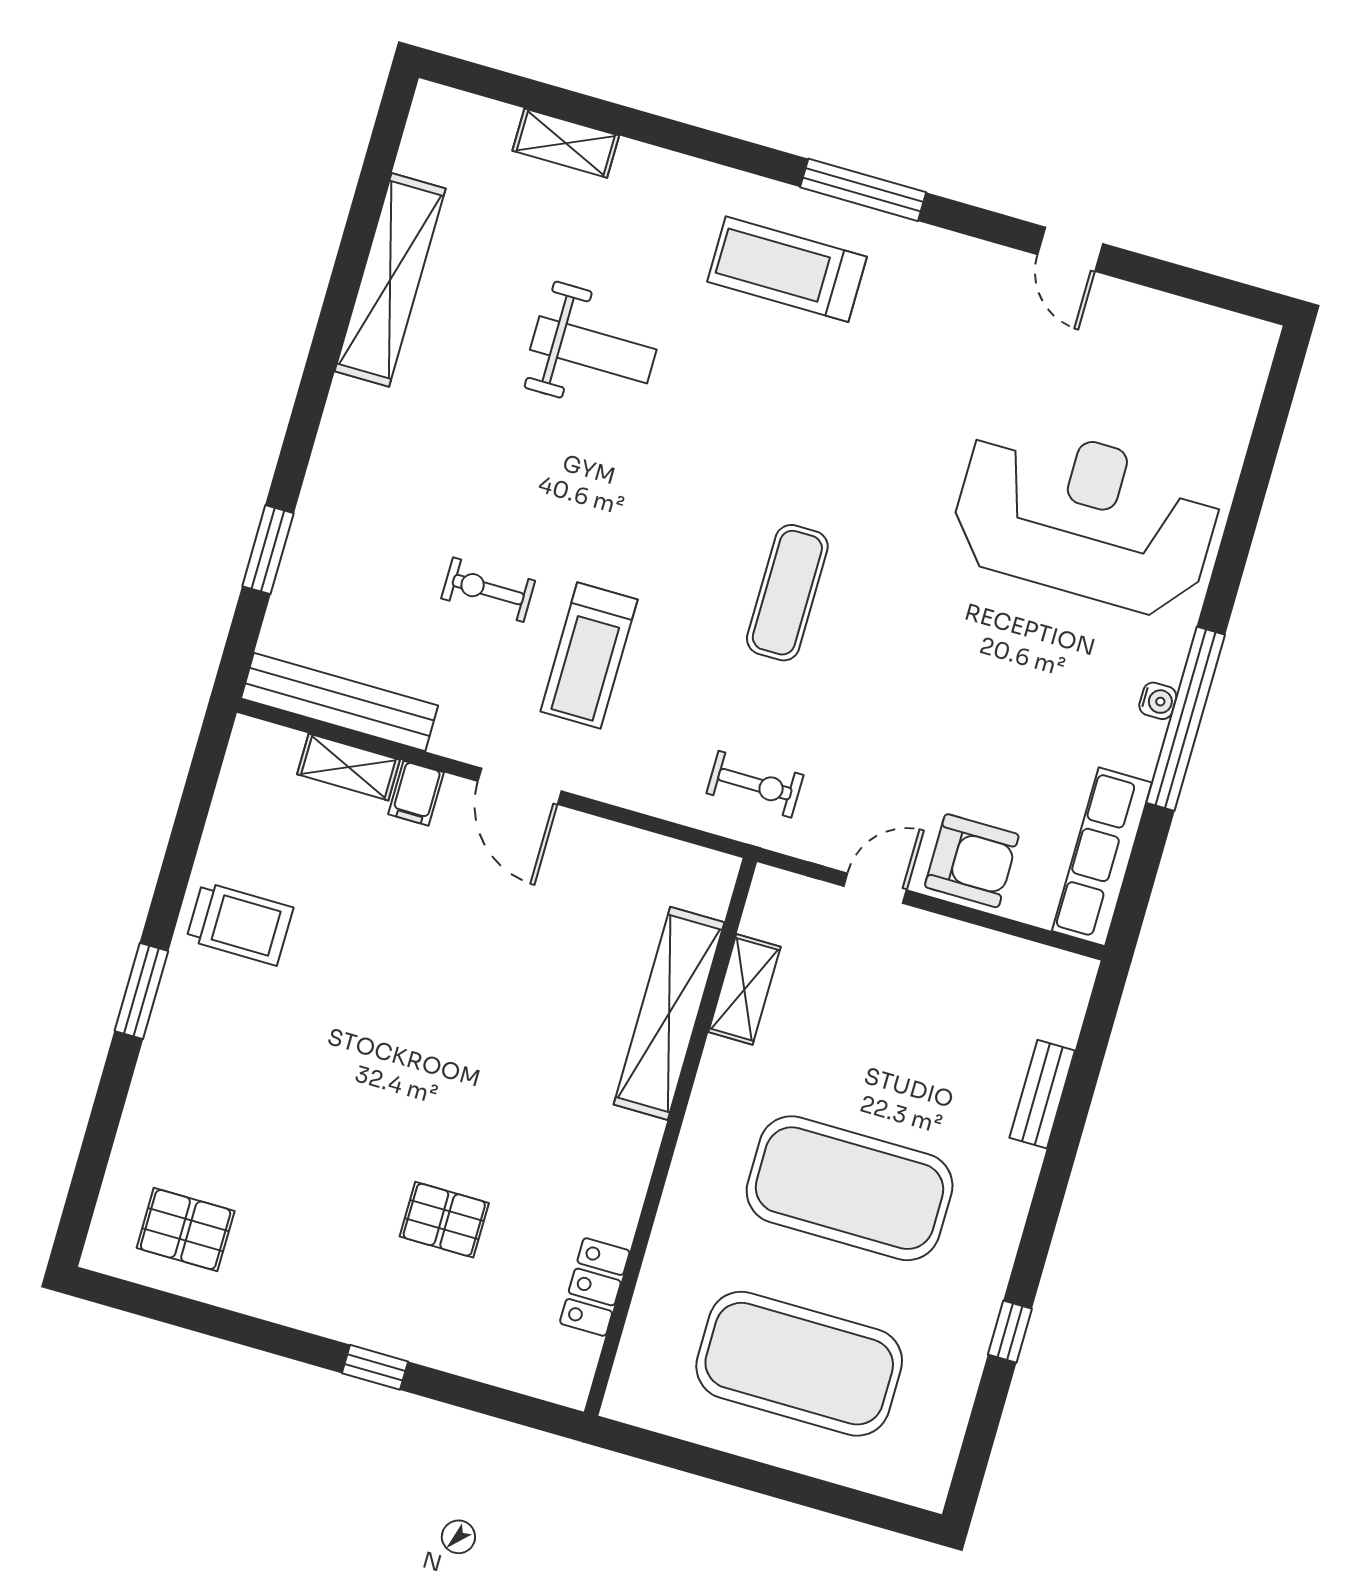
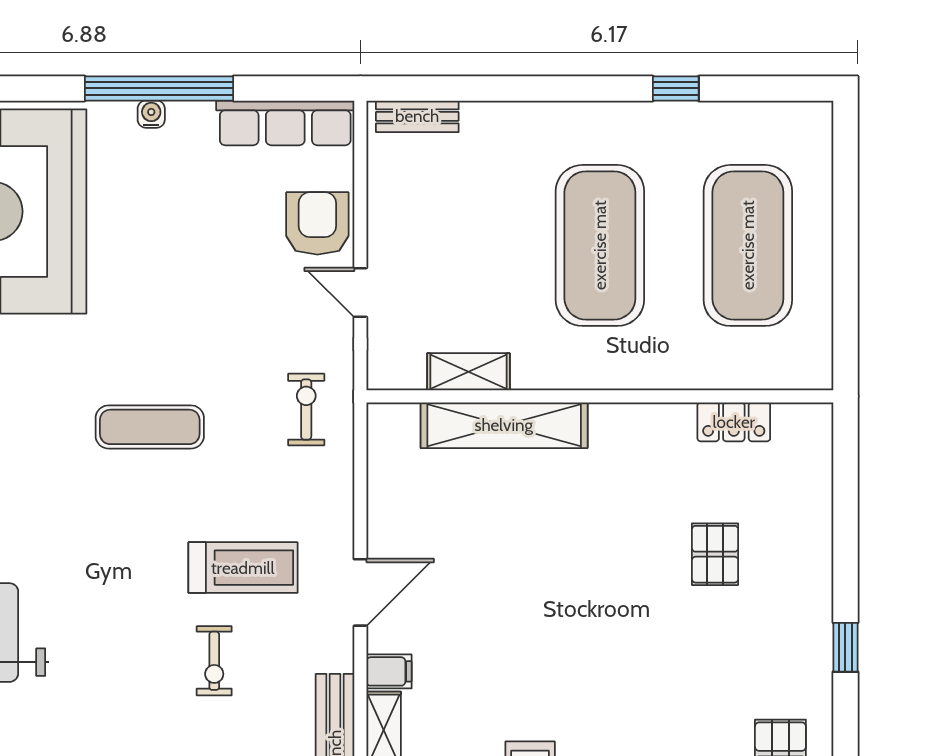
bench: (1042, 1094) -> (417, 116), moved
window: (375, 1367) -> (845, 647), moved

